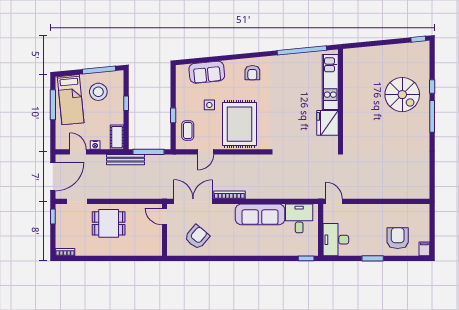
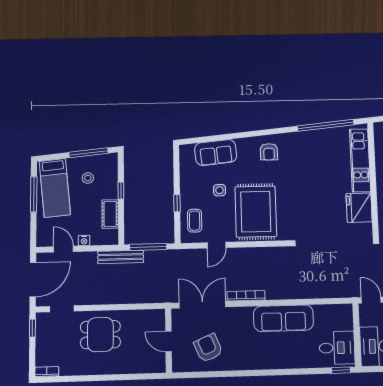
stool: (98, 92) -> (88, 178), width x0.53, depth x0.53
cot: (117, 137) -> (110, 214), moved
door: (165, 217) -> (169, 341), moved
desk: (299, 218) -> (337, 348), moved, turned 90
armchair: (197, 237) -> (208, 348), turned -63

